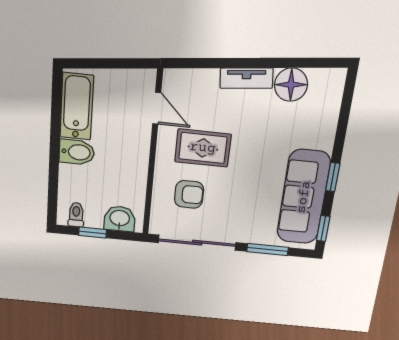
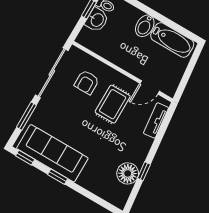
window: (278, 63) -> (144, 171), added
tv unit: (247, 78) -> (156, 120), moved
washbasin: (120, 219) -> (97, 20), moved

